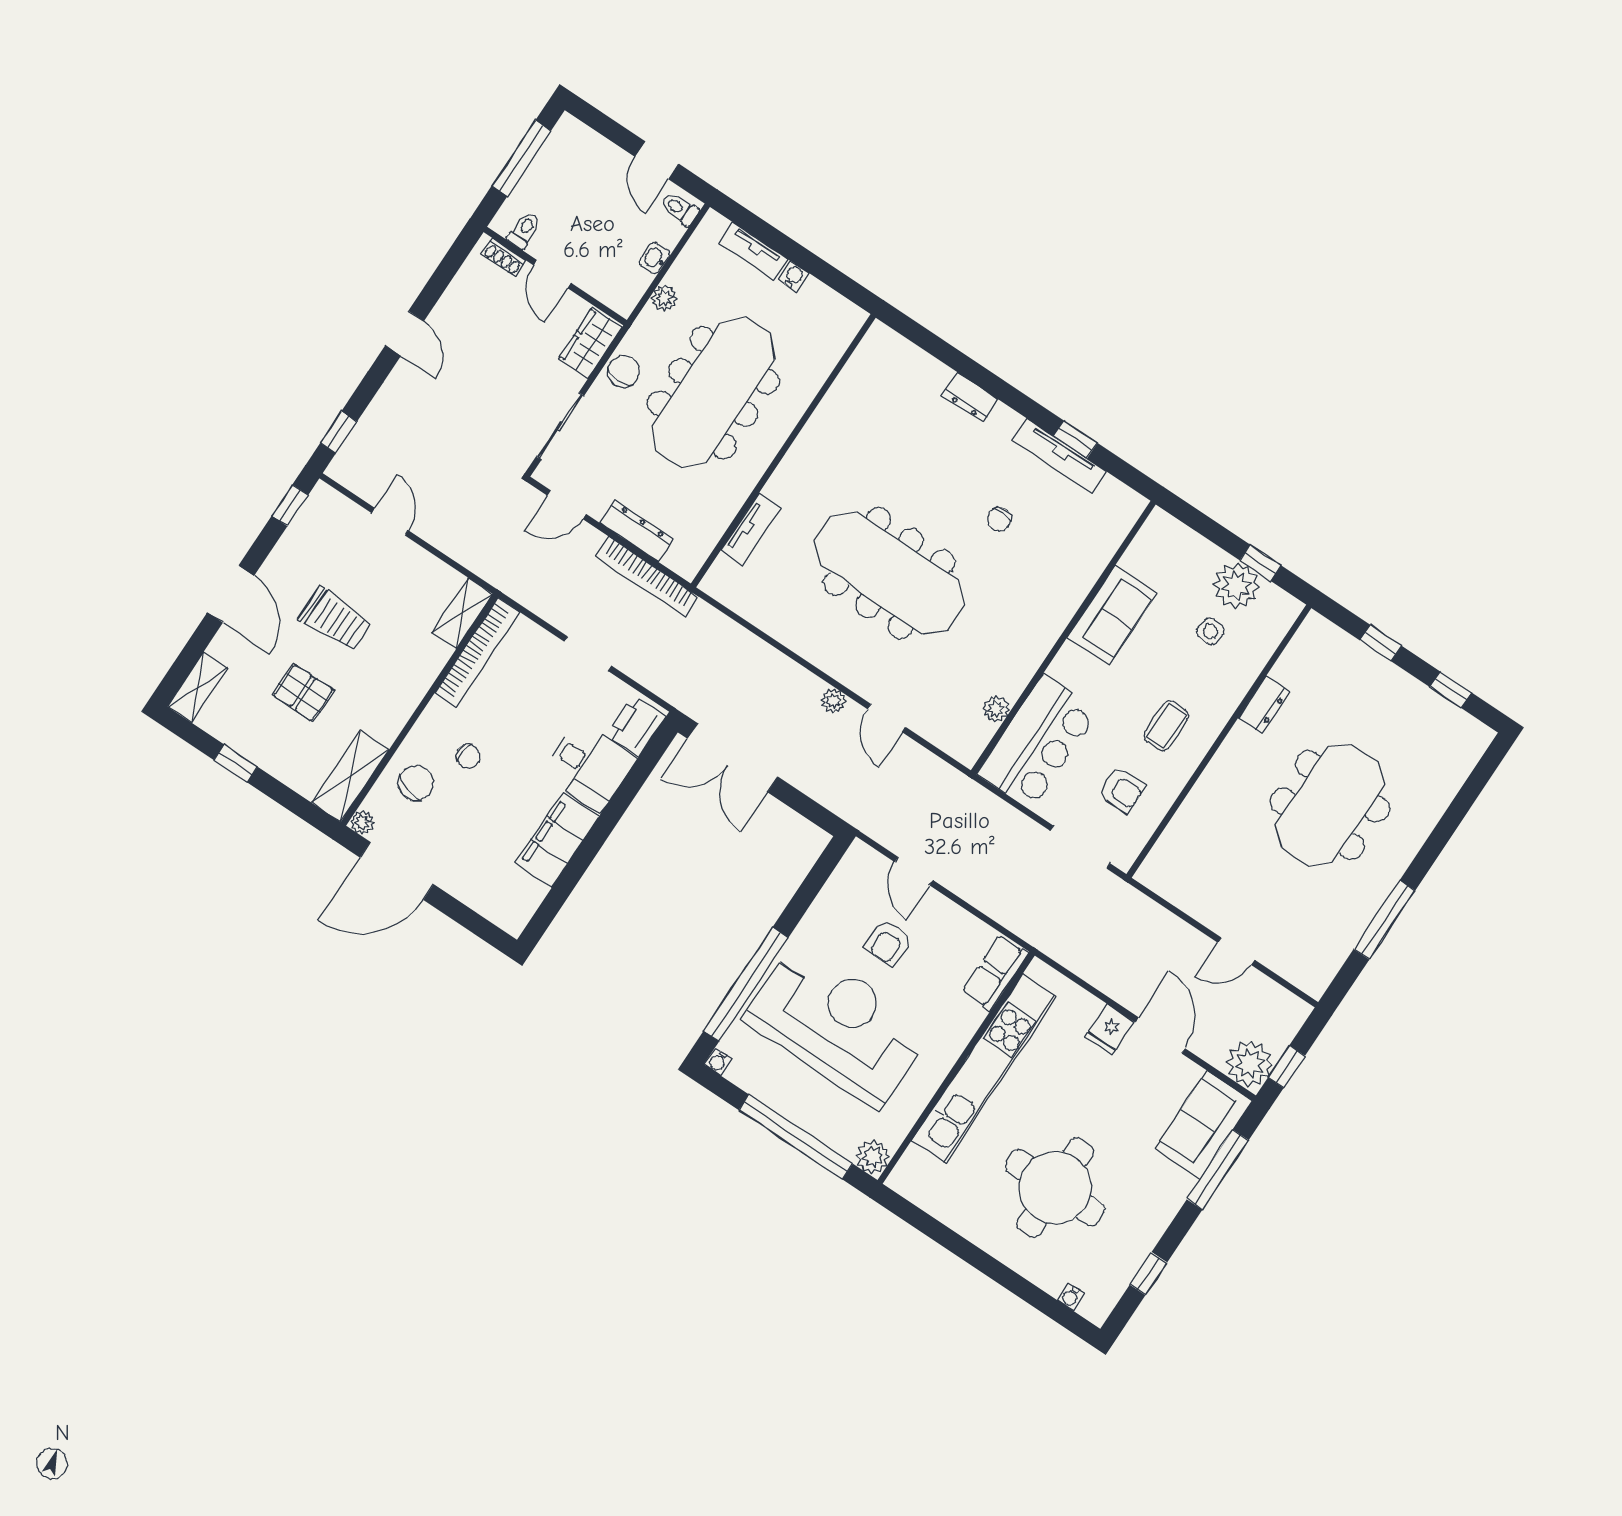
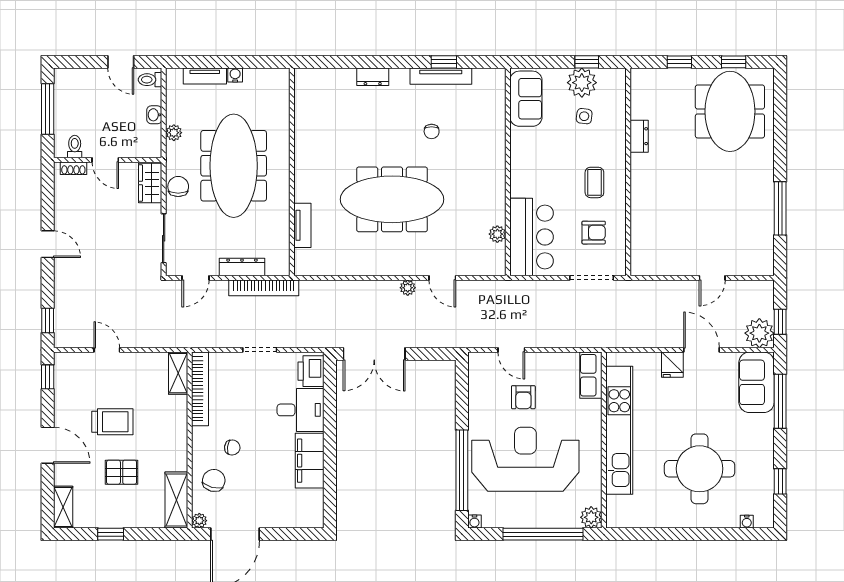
sofa: (1112, 615) -> (526, 99), moved
meeting table: (1330, 805) -> (730, 111), moved

